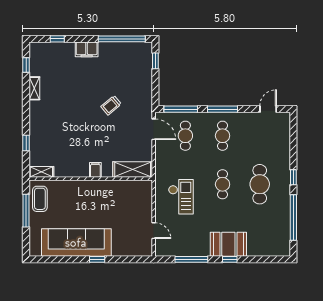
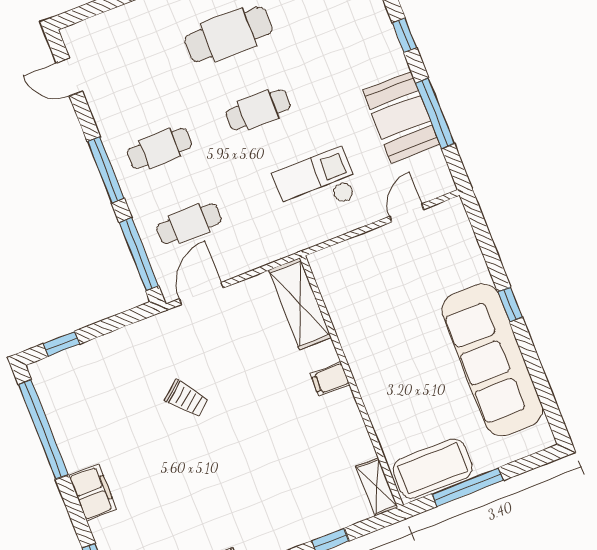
coffee table: (40, 199) -> (433, 468), width x1.36, depth x1.32
booth: (228, 244) -> (401, 117), moved

